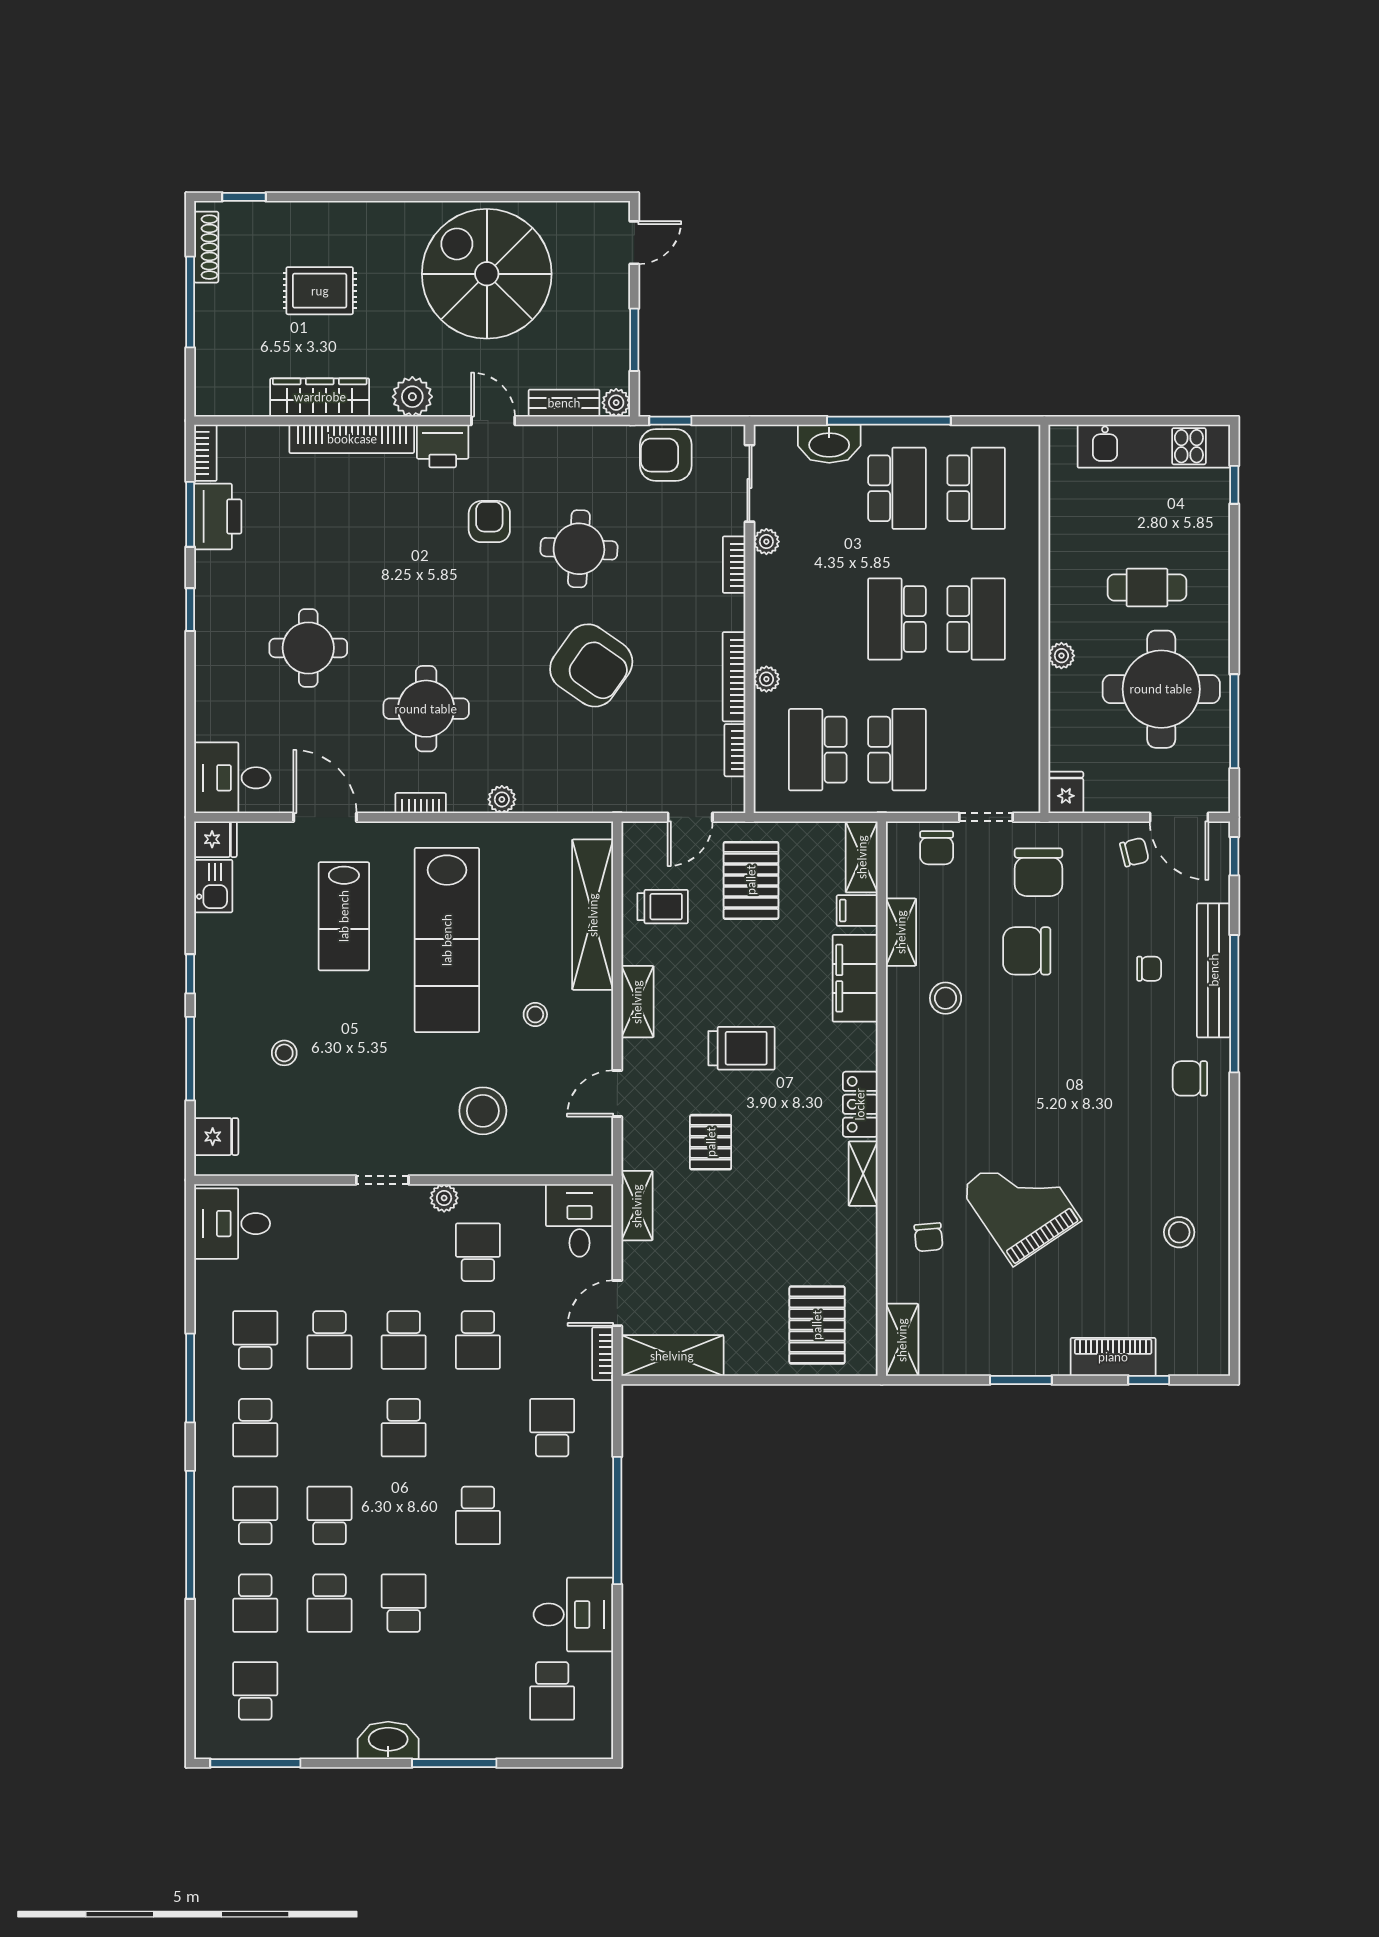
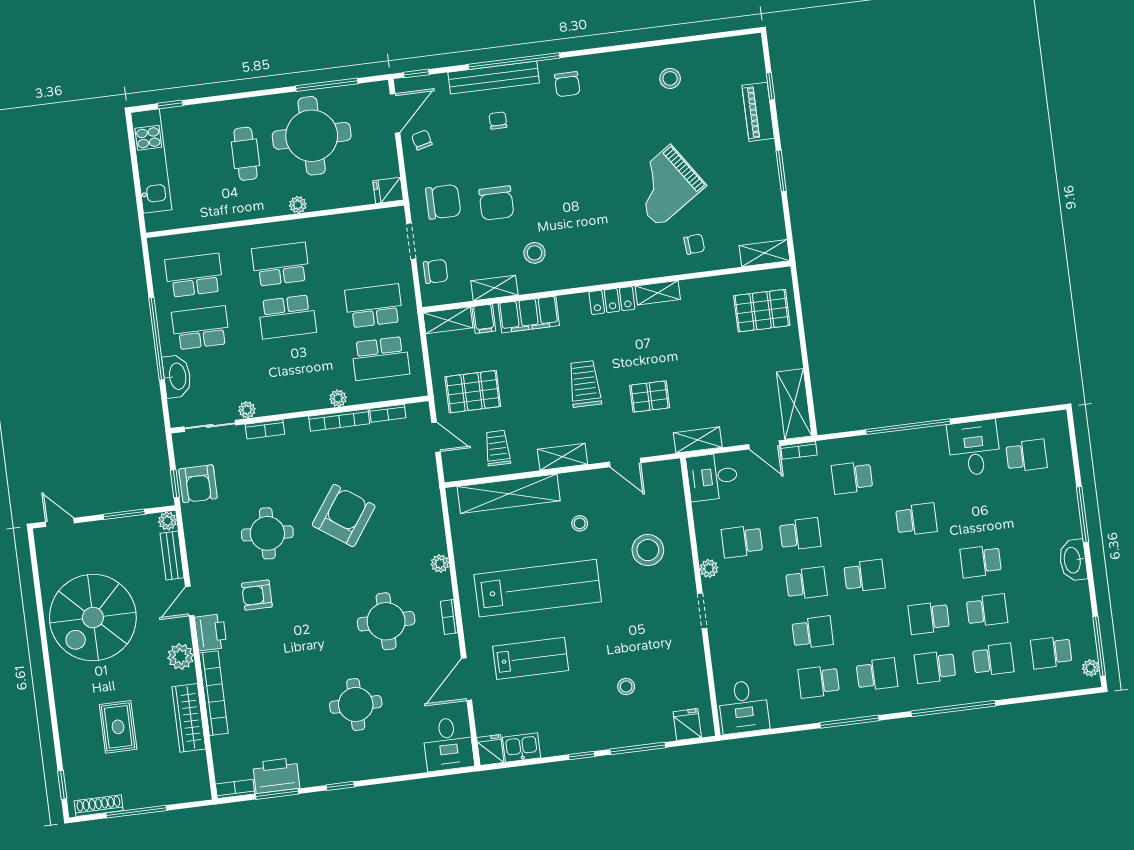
plant: (225, 1746) -> (1091, 668), added

